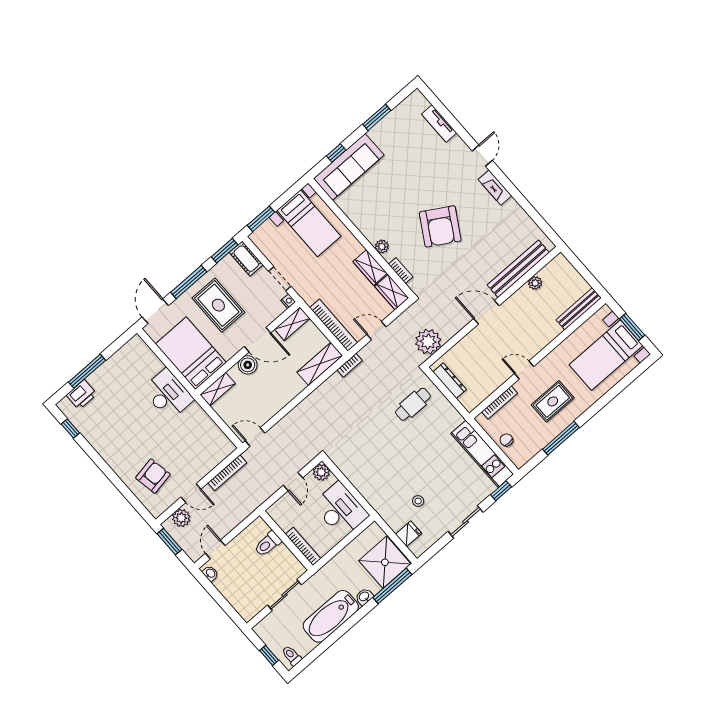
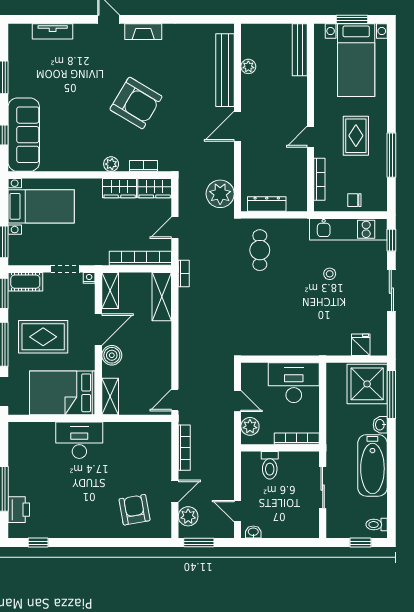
plant: (321, 472) -> (250, 426), moved
stool: (418, 501) -> (330, 274), moved

